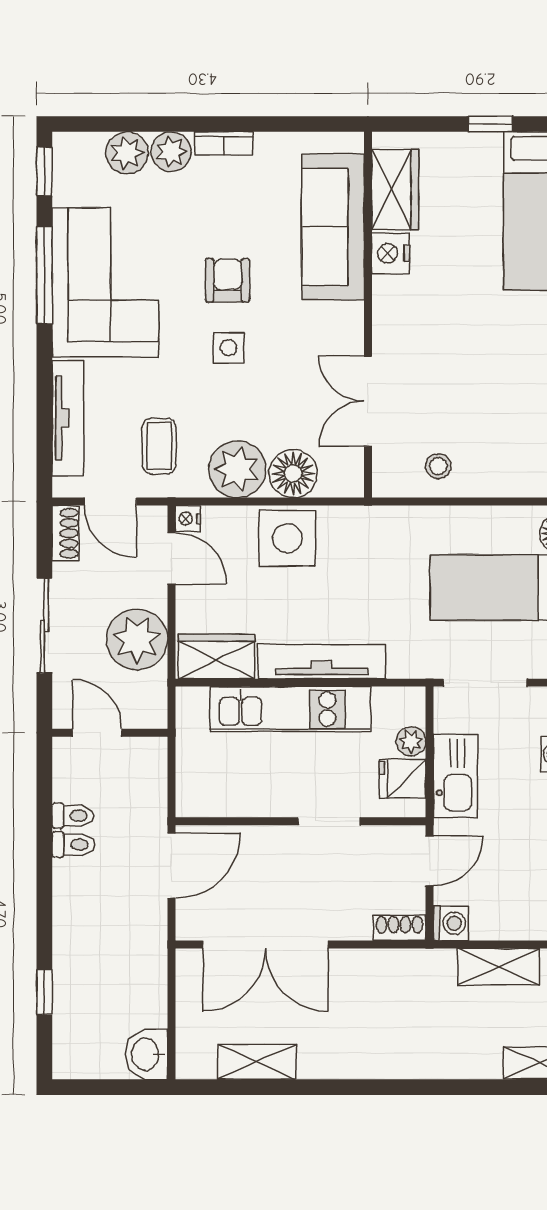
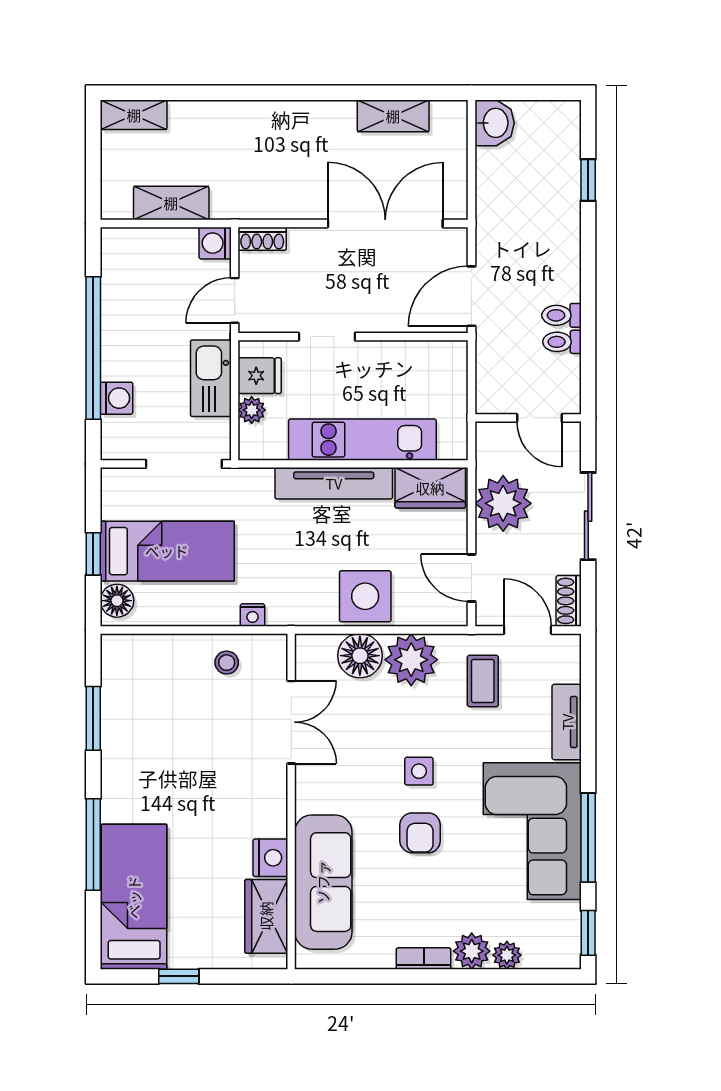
plant: (127, 153) -> (507, 955), width x0.73, depth x0.73
tv unit: (68, 418) -> (567, 722), width x0.71
nightstand: (188, 519) -> (252, 615), moved, turned 90

